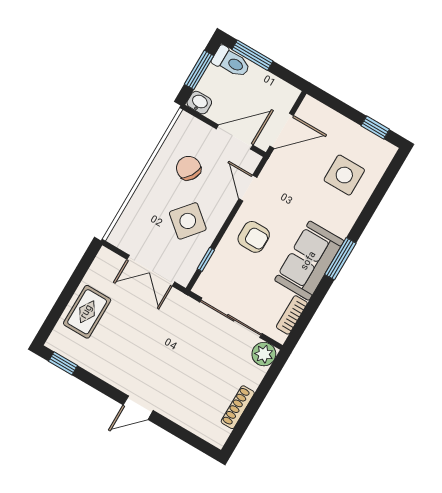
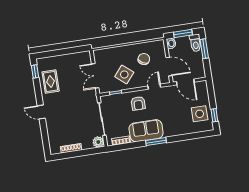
side table: (344, 175) -> (200, 114), moved
rug: (87, 312) -> (51, 82), moved, turned 90

